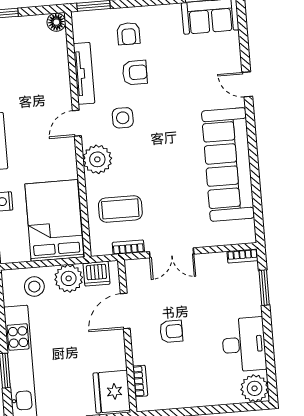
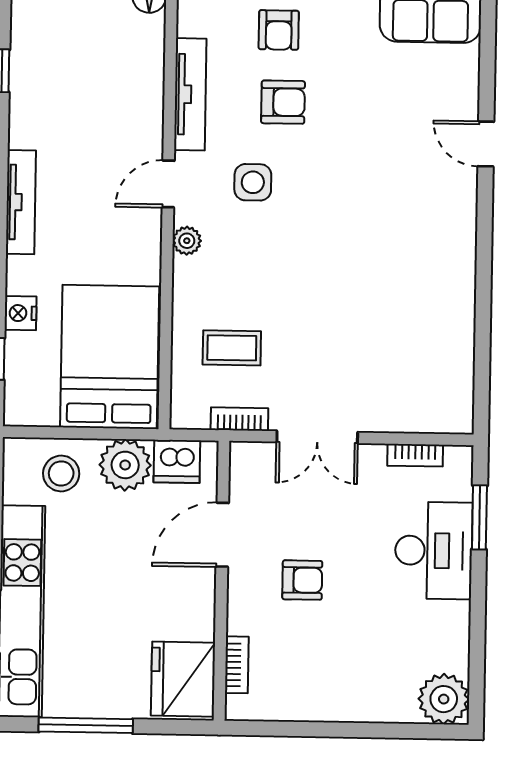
plant: (97, 159) -> (187, 241), width x0.53, depth x0.53
sofa: (228, 164) -> (436, 286), removed
coffee table: (120, 209) -> (232, 348), width x0.73, depth x0.77
bookcase: (242, 256) -> (415, 455), moved
desk: (244, 344) -> (434, 551), moved

